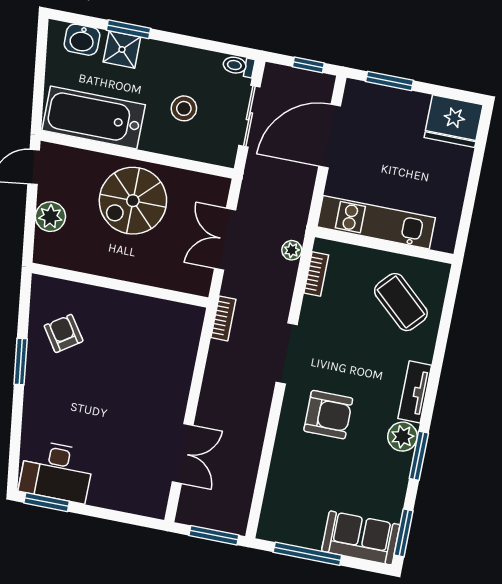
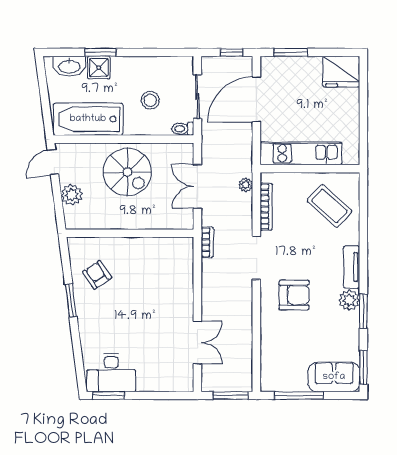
washbasin: (82, 40) -> (69, 66), width x1.38
toilet: (239, 66) -> (183, 129), moved
spiral stairs: (133, 201) -> (127, 172), turned -90
bookcase: (316, 274) -> (266, 207), width x1.56

